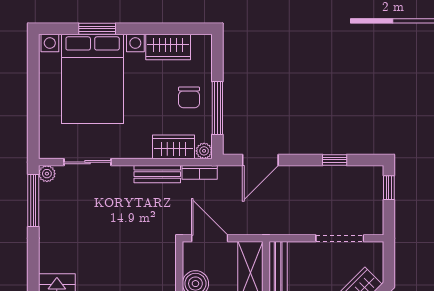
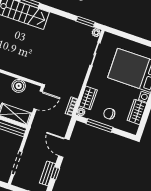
door: (260, 160) -> (64, 148), moved
bench: (157, 174) -> (47, 173), moved
window: (33, 200) -> (85, 22), width x0.69

